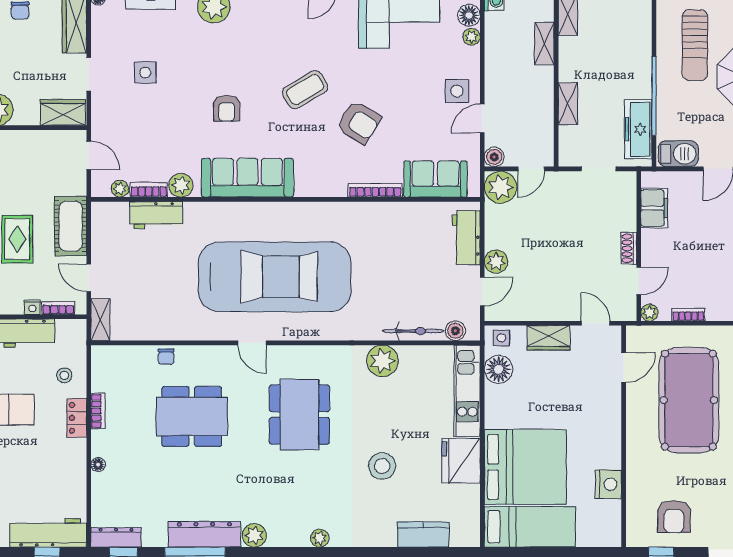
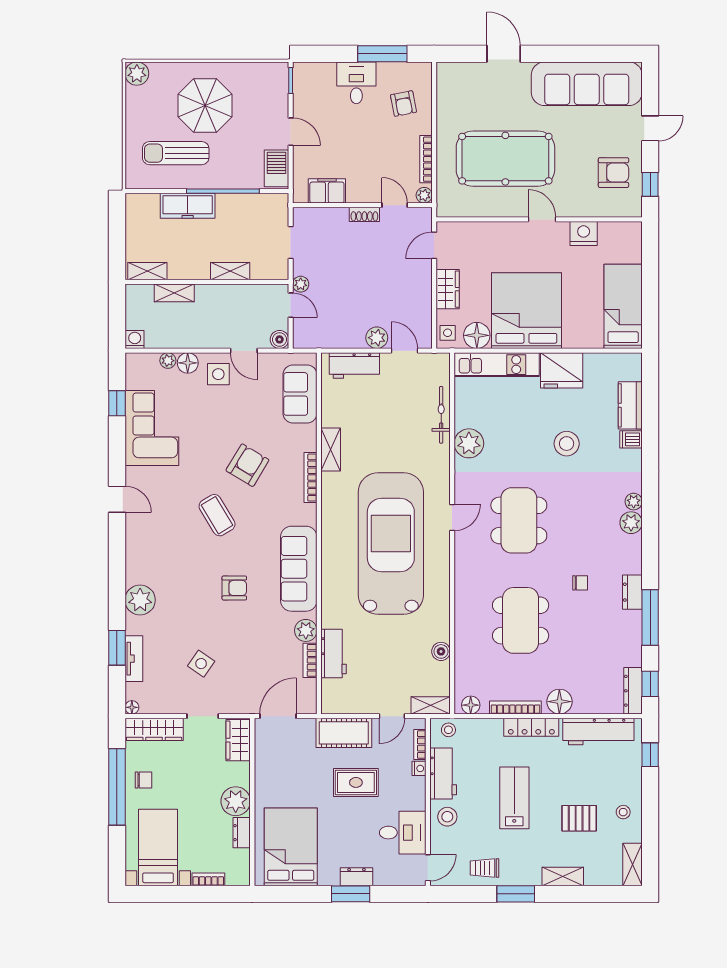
floor lamp: (469, 15) -> (188, 363), moved
sun lounger: (695, 45) -> (176, 153), turned 180
side table: (145, 73) -> (201, 664), turned 35
freezer: (638, 129) -> (188, 206), moved
door: (89, 155) -> (278, 716), width x1.38
plant: (501, 187) -> (301, 284), moved, width x0.53, depth x0.53
plant: (120, 189) -> (309, 687), removed
bookcase: (375, 190) -> (310, 478), moved
shelving: (376, 212) -> (331, 449), added
bookcase: (688, 315) -> (426, 159), width x1.56
boiler: (455, 331) -> (441, 651), moved
door: (252, 343) -> (452, 517), moved
chair: (166, 357) -> (580, 583), moved
floor lamp: (101, 363) -> (471, 705), added
door: (624, 367) -> (542, 219), moved
stool: (64, 375) -> (448, 730), moved
bookcase: (98, 411) -> (515, 708), width x1.56
dining table: (299, 415) -> (519, 520), turned 90
locker: (77, 418) -> (531, 727), width x1.53
floor lamp: (98, 465) -> (559, 702), width x1.89, depth x1.89
bed: (525, 467) -> (526, 311), moved
workbench: (48, 533) -> (598, 732), moved, turned -90
dresser: (204, 534) -> (632, 592), width x0.51, depth x0.80
plant: (254, 535) -> (631, 523), moved
dishwasher: (387, 535) -> (631, 439), added

